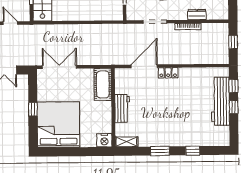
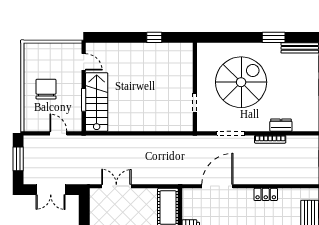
double door: (59, 67) -> (116, 186), width x0.73
locker: (168, 73) -> (266, 194), moved

